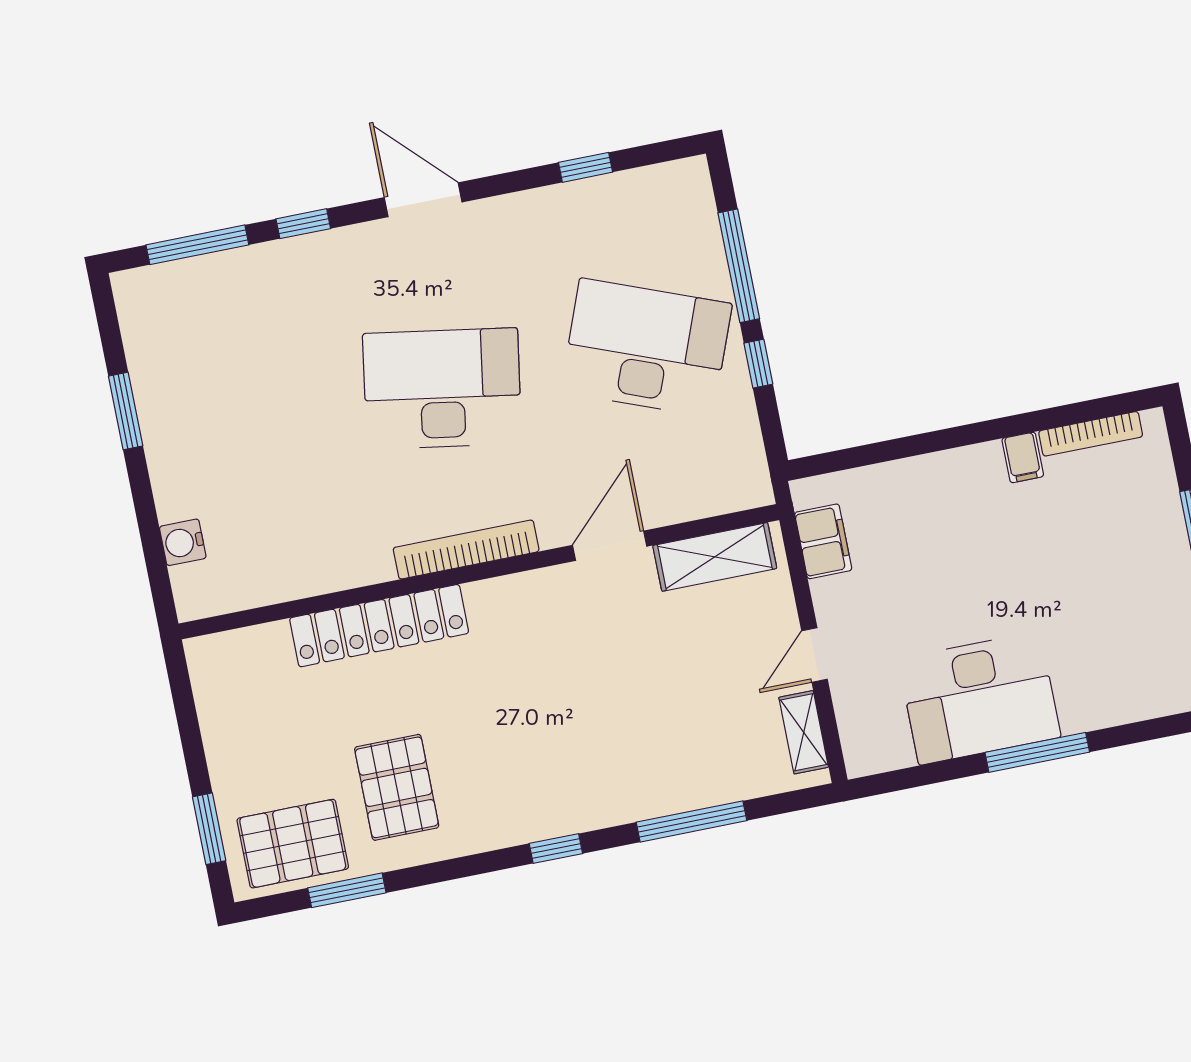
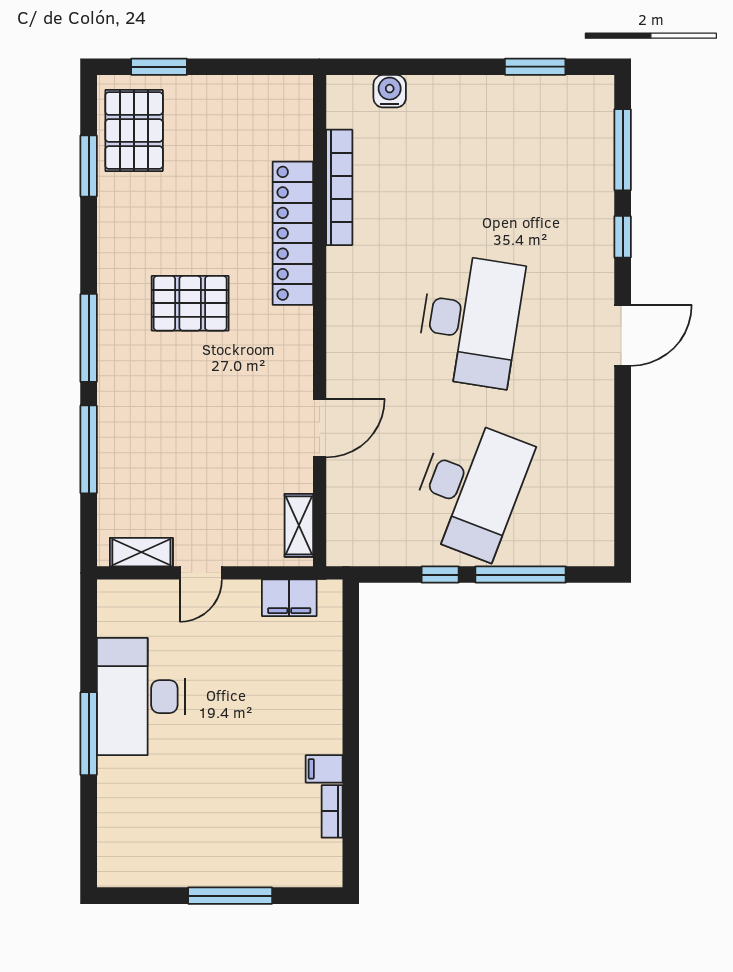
window: (585, 167) -> (623, 469), removed
window: (126, 411) -> (535, 67), moved
bookcase: (1091, 434) -> (332, 811), width x0.64
door: (610, 546) -> (320, 428), hinge flipped
bookcase: (466, 550) -> (339, 187), moved
shelving: (715, 557) -> (299, 525), width x0.67, depth x0.75
door: (814, 655) -> (201, 573), swing flipped
pallet: (397, 787) -> (190, 303), moved
window: (556, 849) -> (89, 338), width x2.17

